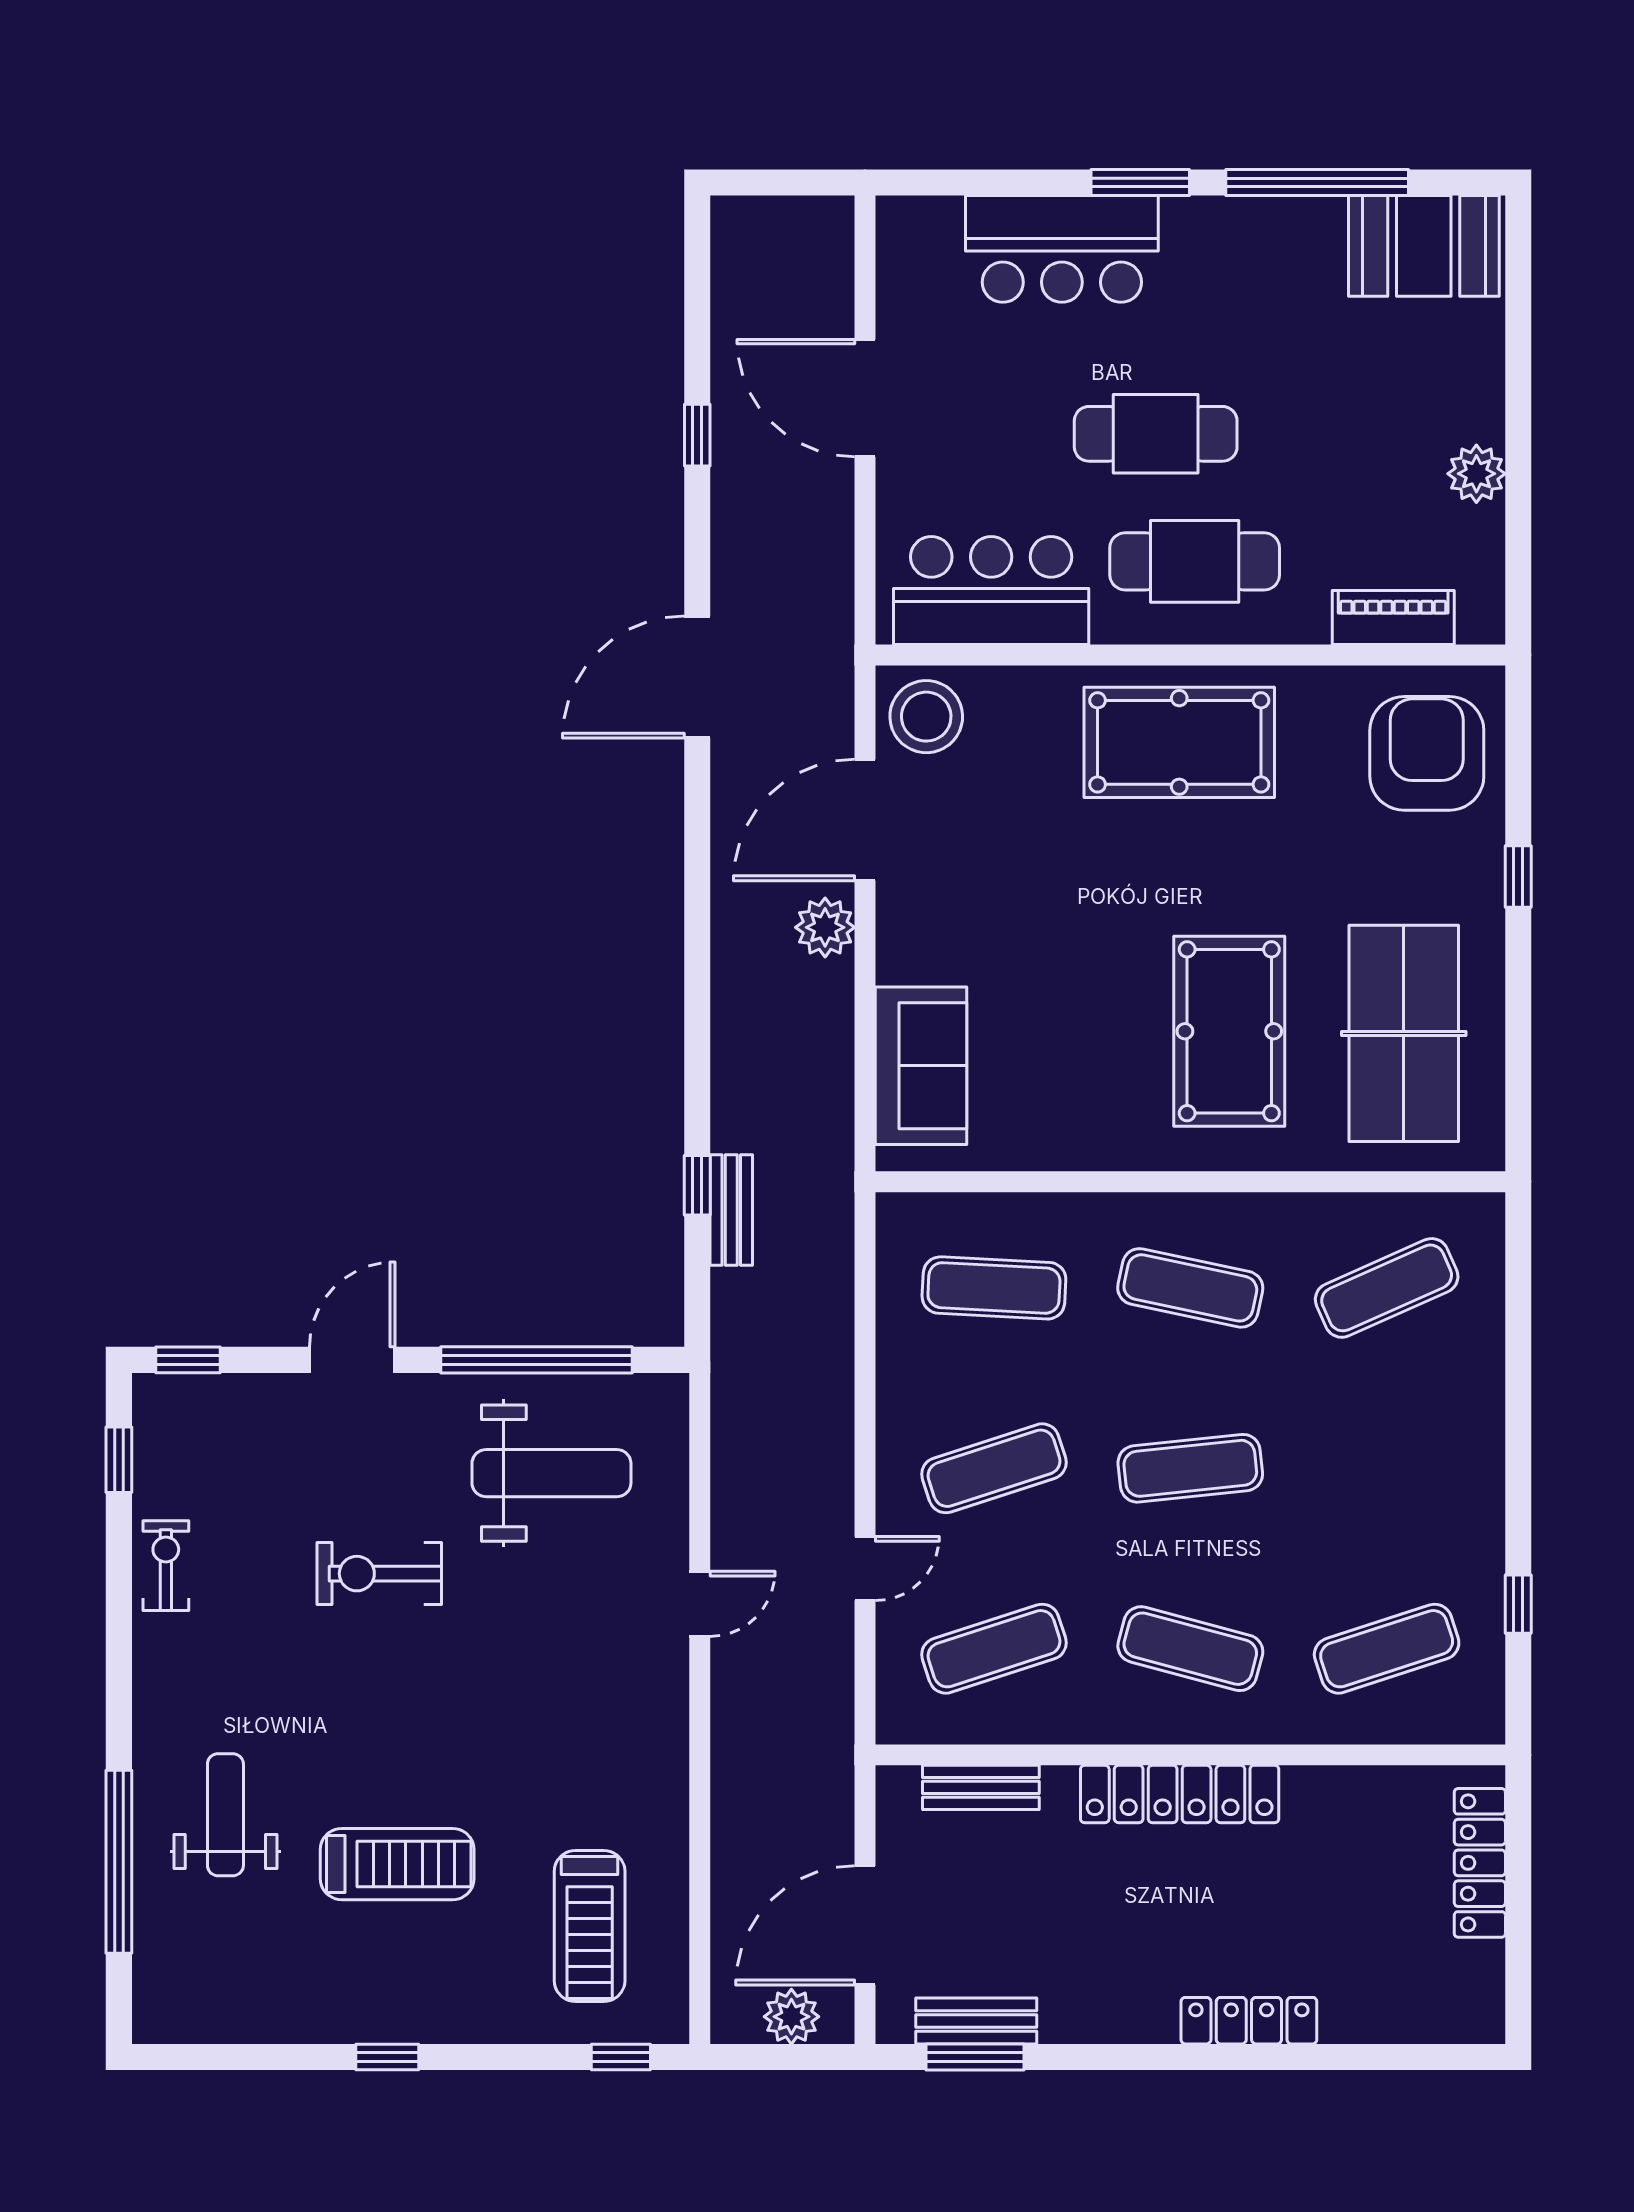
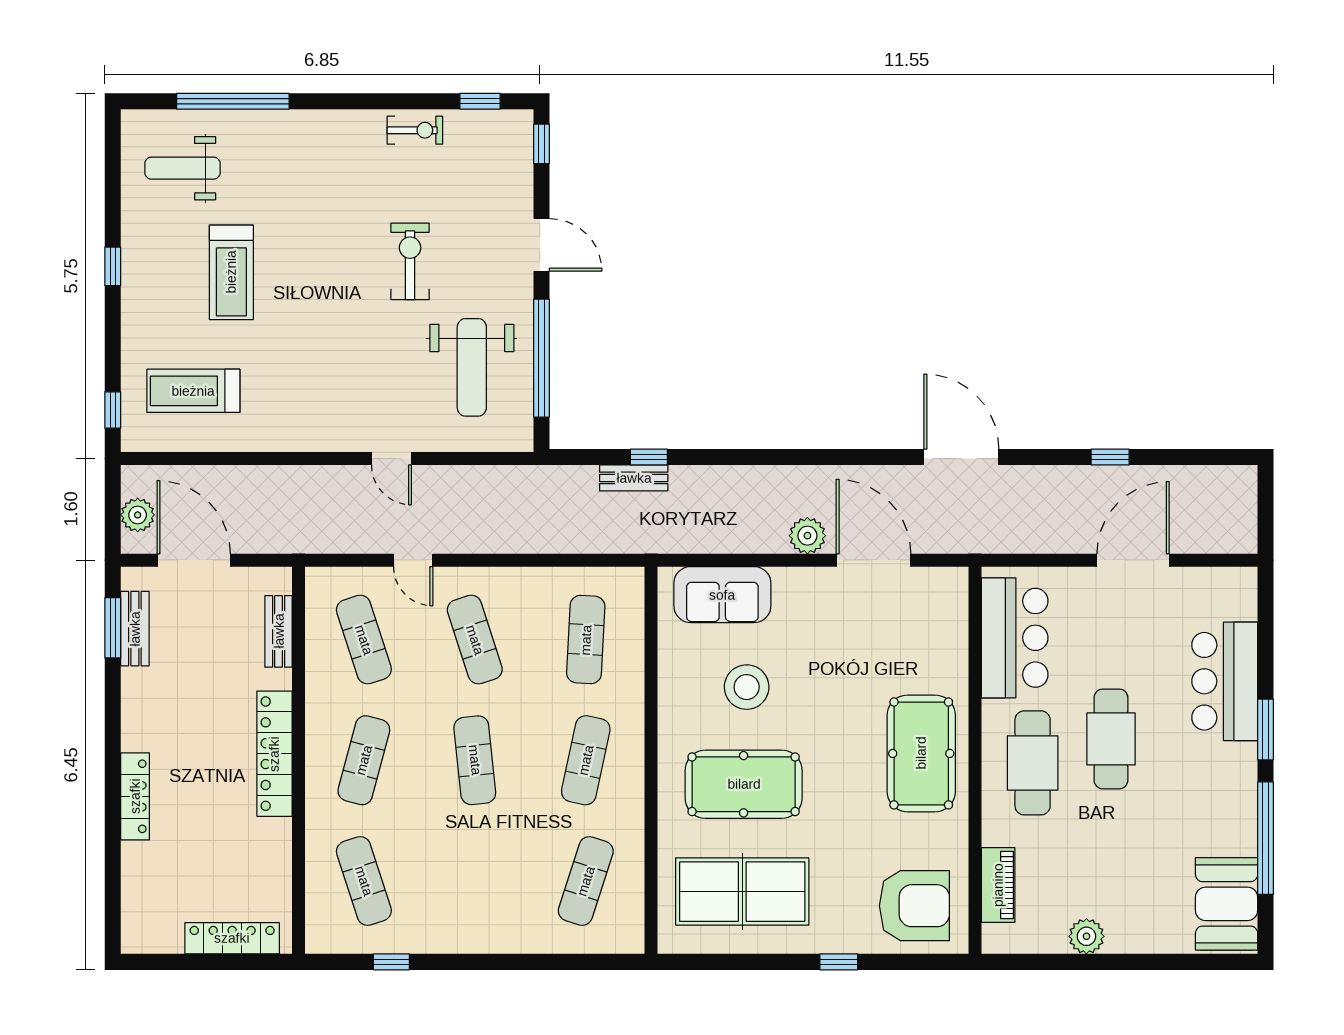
stool: (926, 717) -> (747, 687), moved
exercise mat: (1387, 1288) -> (586, 881), turned 42
weight bench: (225, 1815) -> (182, 168), moved, turned 180

